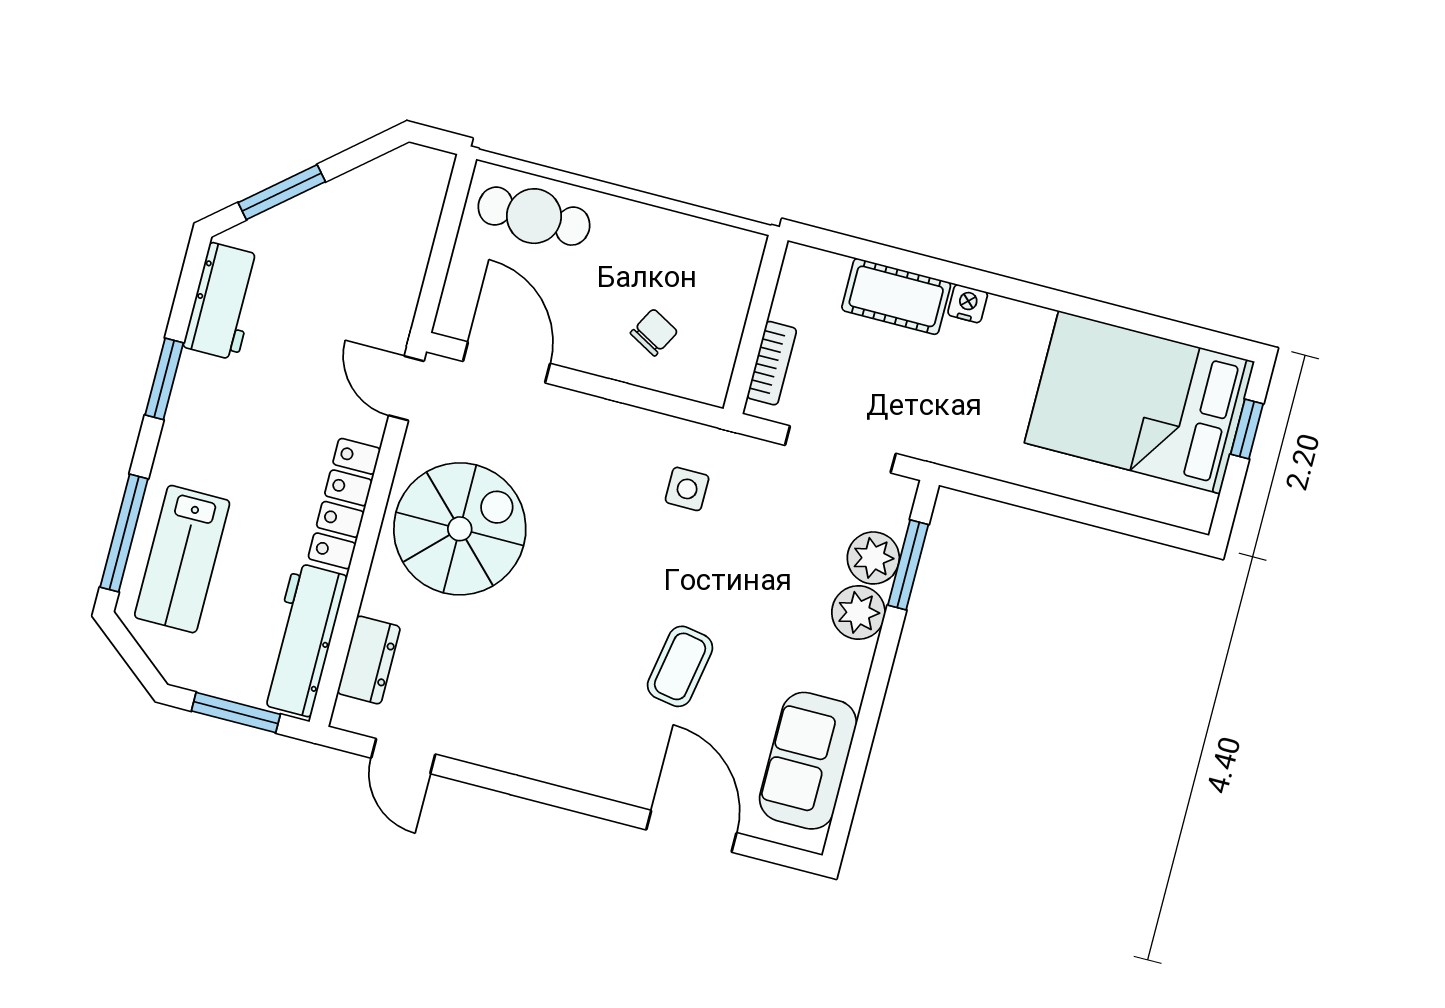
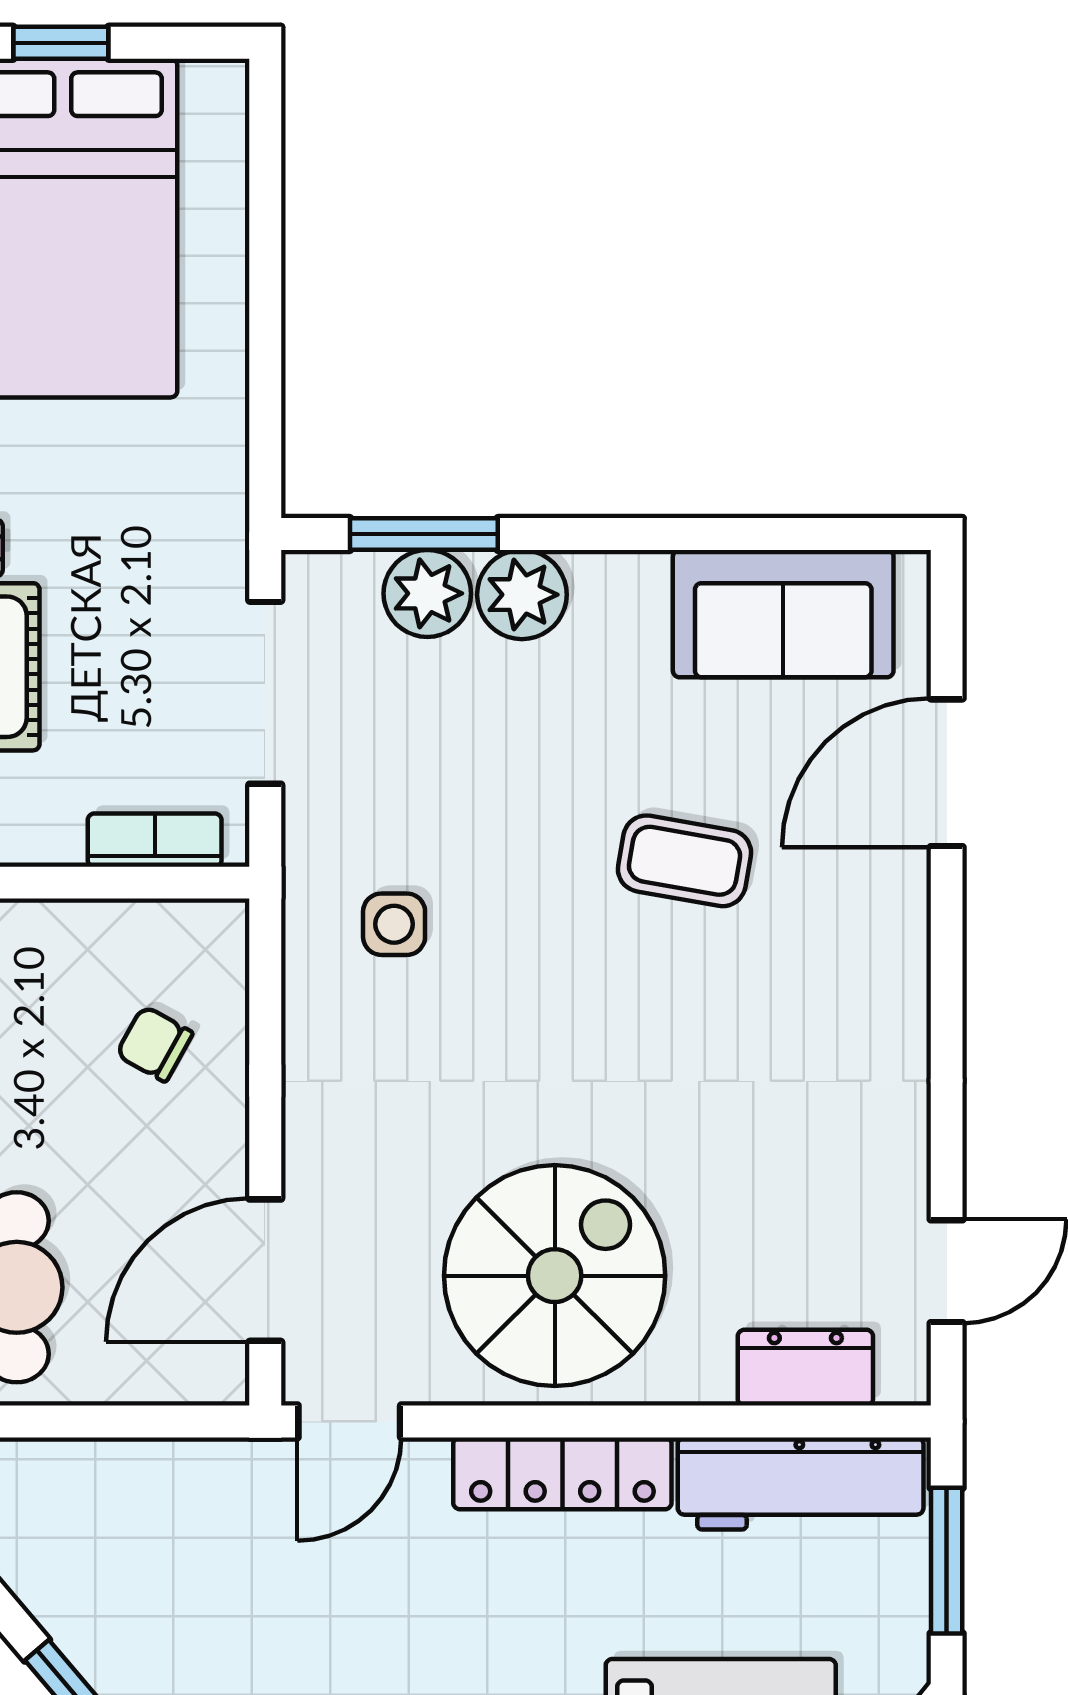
spiral stairs: (460, 529) -> (555, 1276), turned 90

